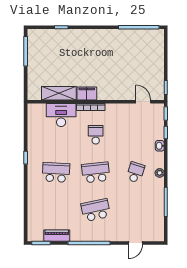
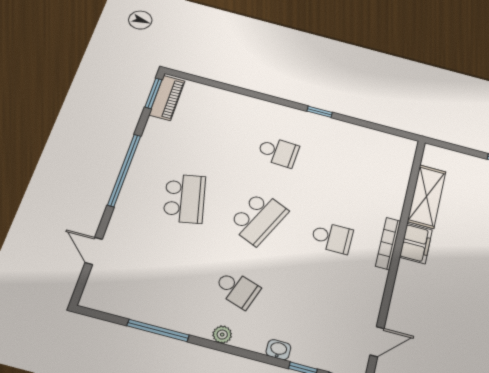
desk: (61, 115) -> (384, 189), removed
school desk: (56, 172) -> (278, 152), width x0.54
school desk: (96, 172) -> (258, 218), turned 30
piano: (57, 236) -> (167, 98), moved

